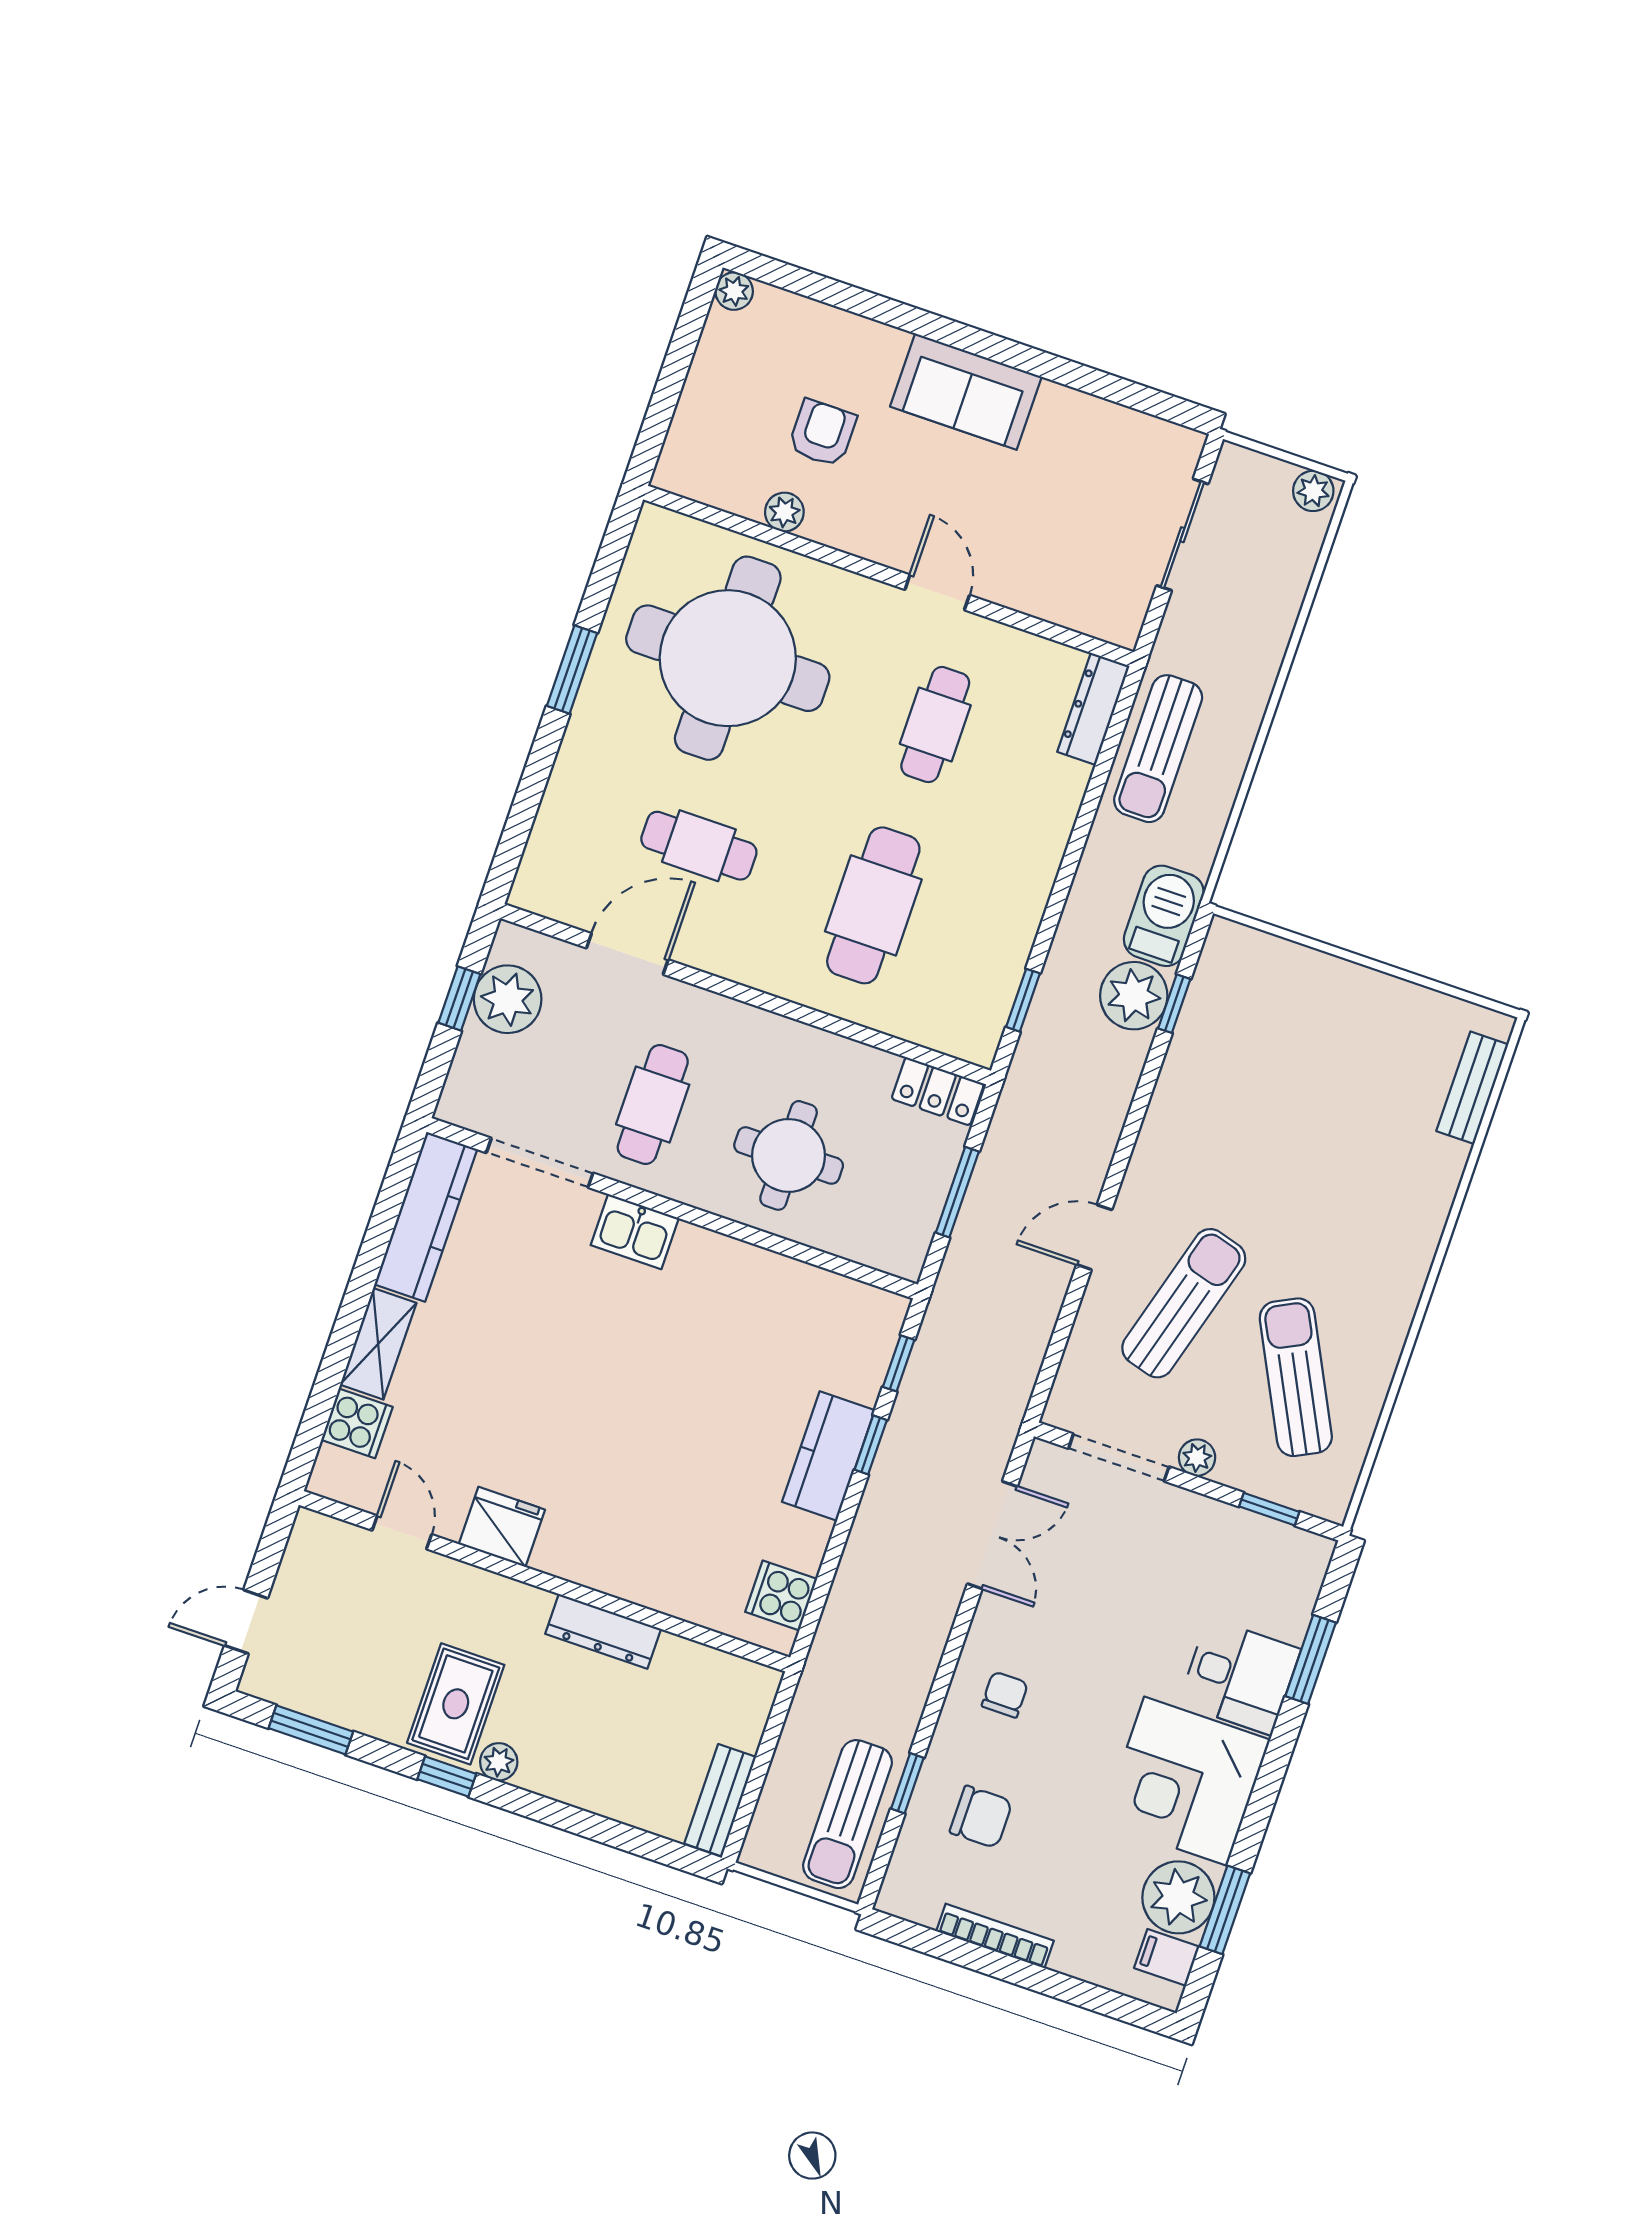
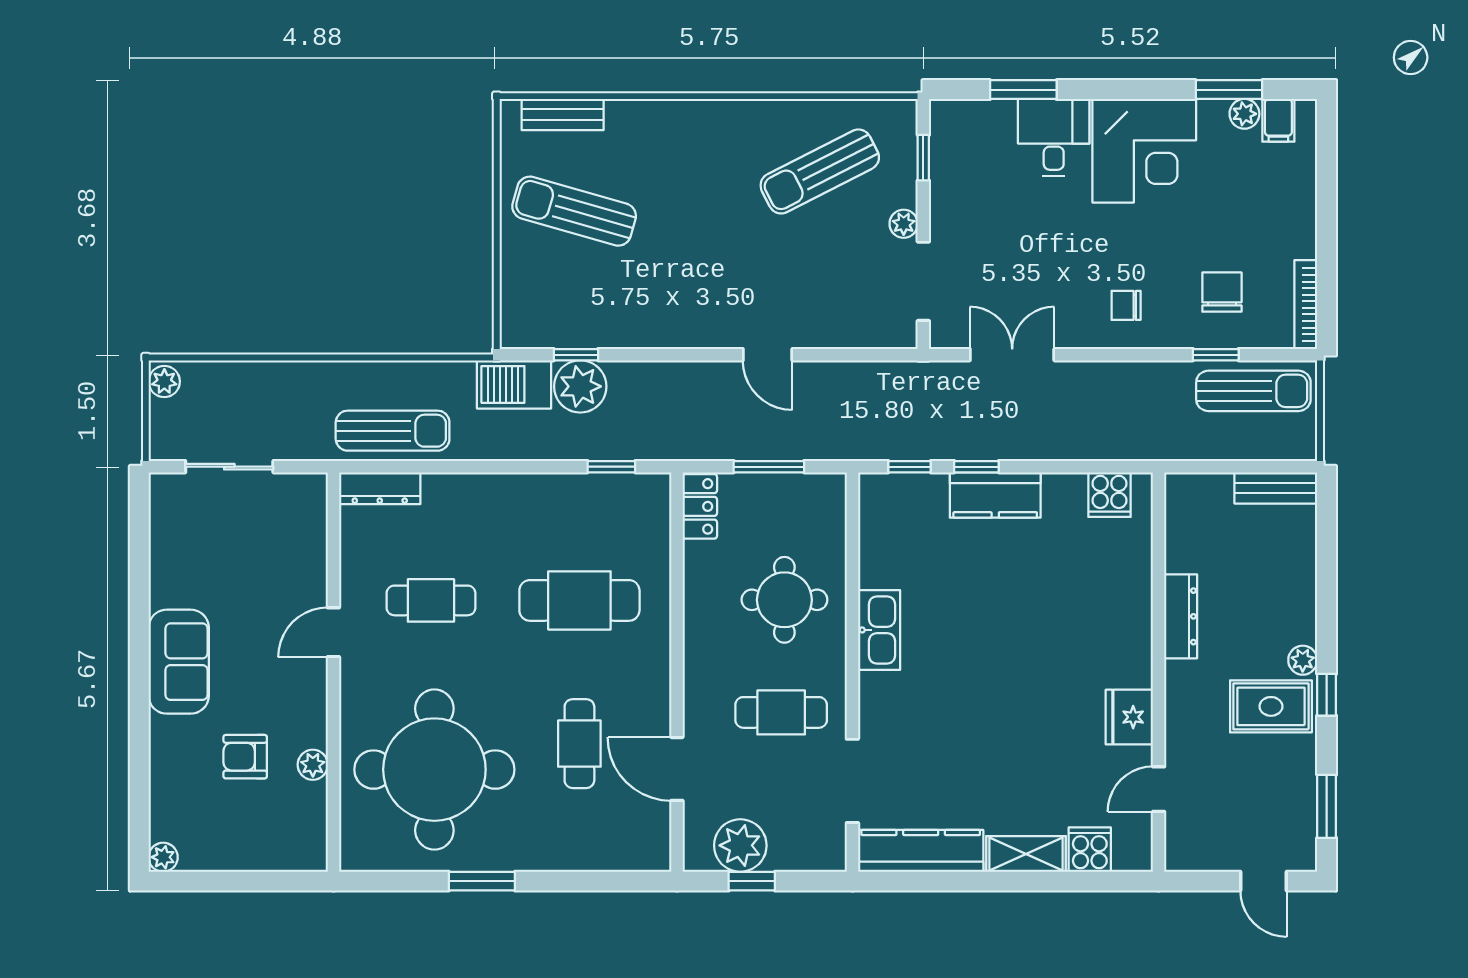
kitchen sink: (635, 1232) -> (879, 630), moved, width x1.38
sun lounger: (1184, 1303) -> (574, 211), moved
plant: (1178, 1897) -> (1244, 114), width x0.53, depth x0.53
bookcase: (995, 1936) -> (1306, 305), moved

